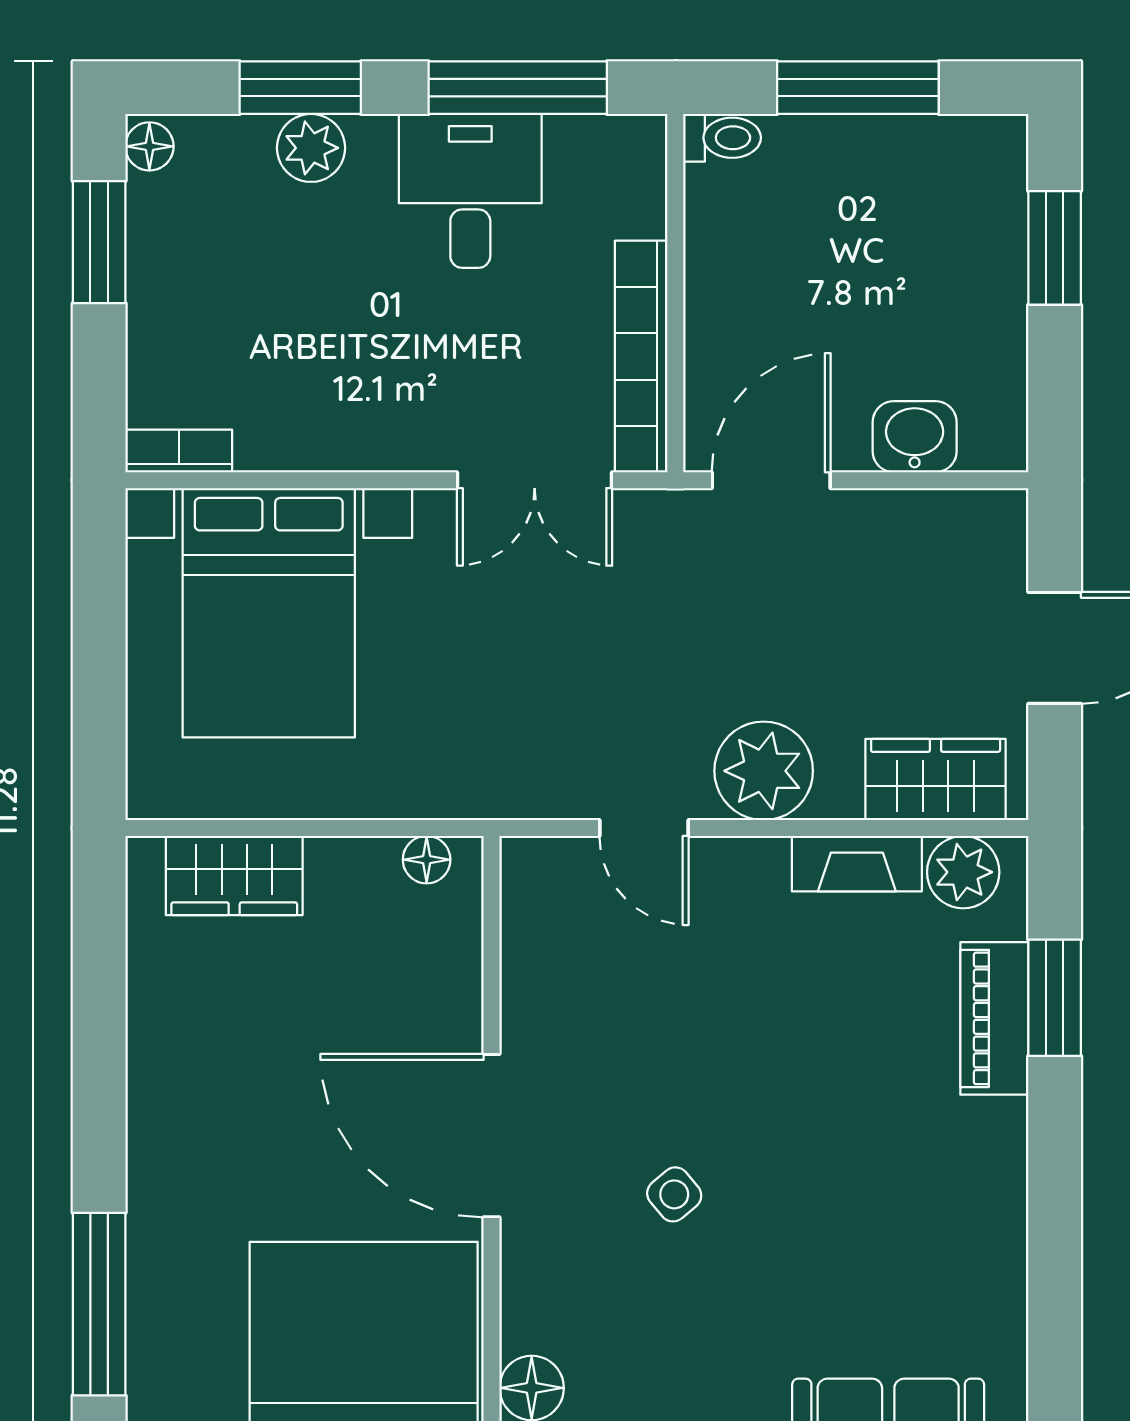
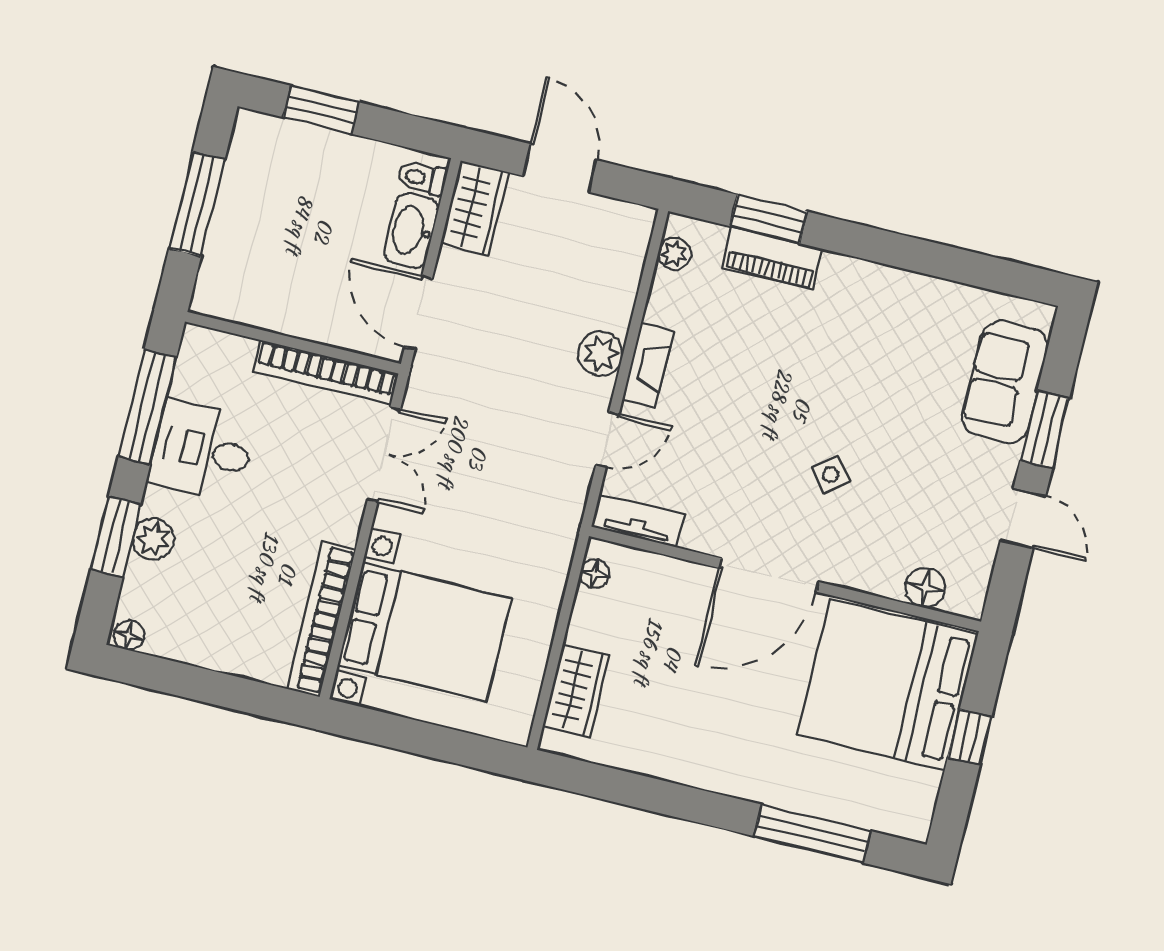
toilet: (722, 138) -> (422, 178), moved, turned -90
window: (99, 242) -> (179, 679), removed
washbasin: (915, 437) -> (411, 231), width x1.38
bookcase: (179, 451) -> (321, 619), width x2.31, depth x1.31
plant: (764, 771) -> (601, 354), width x0.73, depth x0.73
wardrobe: (936, 779) -> (475, 208), moved, turned 180
fireplace: (857, 864) -> (648, 365), moved
plant: (963, 872) -> (674, 254), width x0.73, depth x0.73
tv unit: (527, 908) -> (638, 521), added

